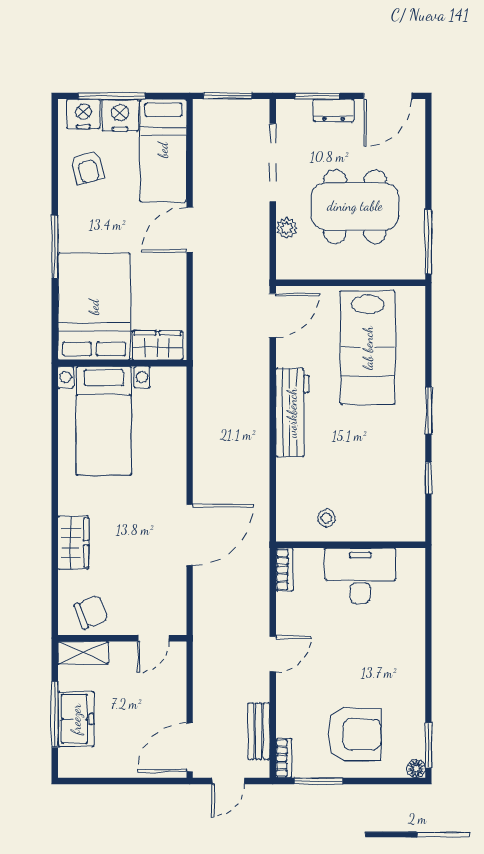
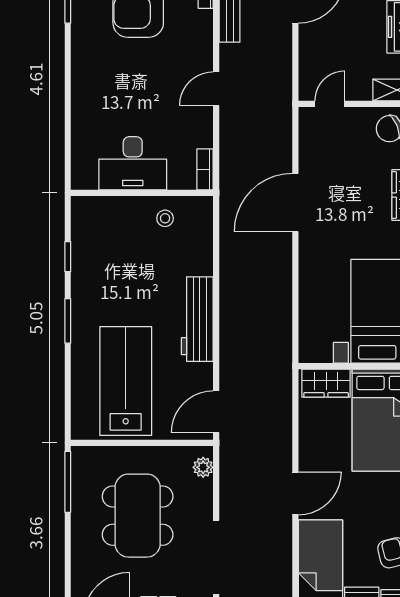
dining table: (355, 206) -> (138, 516), turned 90
plant: (286, 228) -> (203, 467), moved

